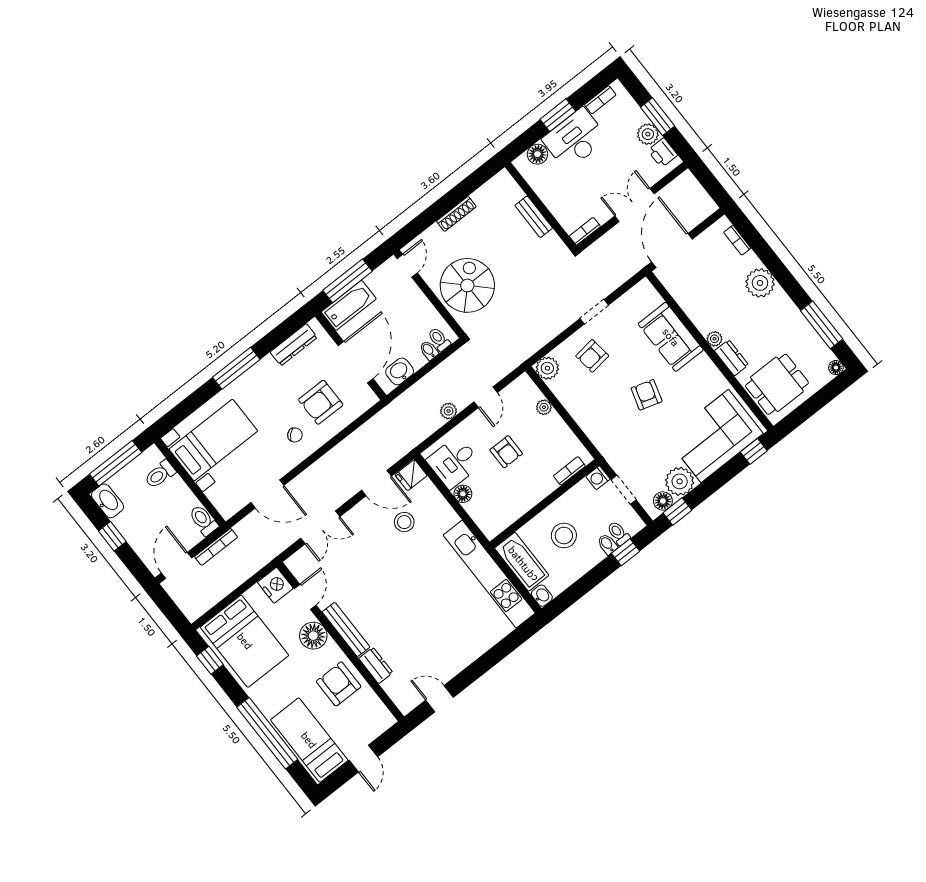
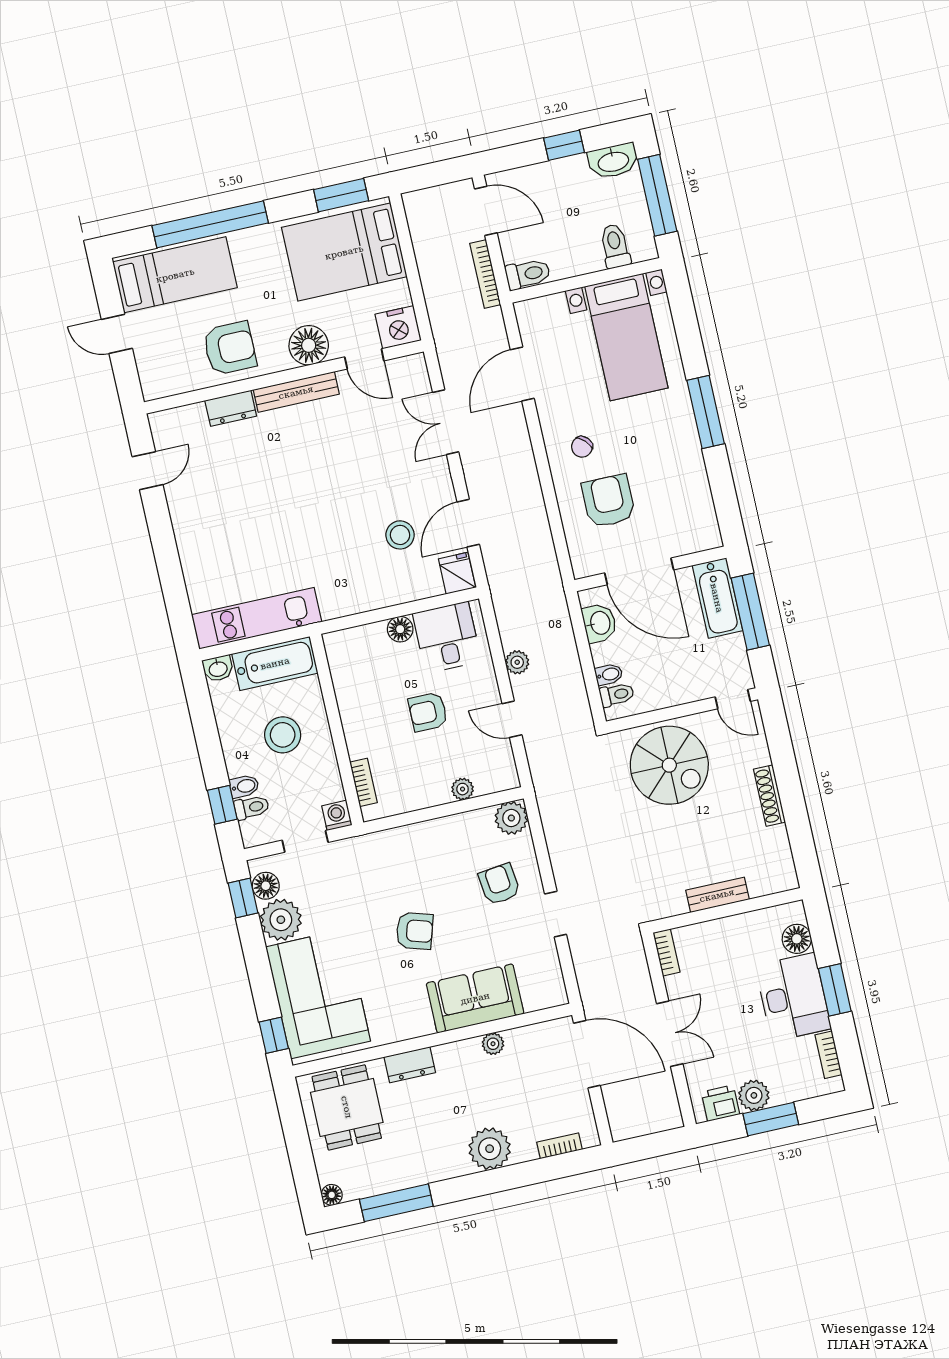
plant: (715, 339) -> (493, 1044), moved
dresser: (294, 345) -> (700, 502), removed
kitchen unit: (489, 574) -> (257, 618), width x0.73
window: (210, 660) -> (341, 195), width x1.50

